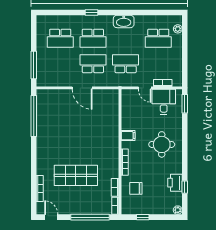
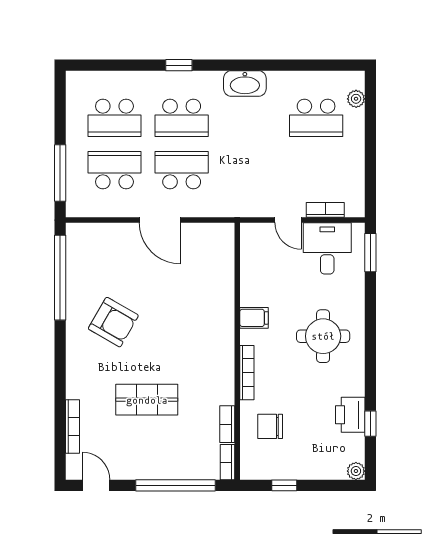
school desk: (126, 64) -> (114, 170), moved
armchair: (60, 138) -> (113, 322), added
shop shelf: (76, 175) -> (147, 400), width x0.70, depth x0.74

